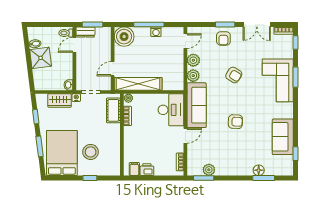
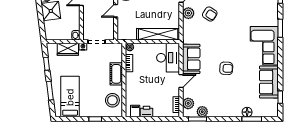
door: (113, 69) -> (116, 11), moved
armchair: (234, 75) -> (210, 14), moved
plant: (193, 76) -> (188, 103), moved
corner sofa: (278, 80) -> (264, 46), moved
shelving: (138, 84) -> (158, 34), moved
sofa: (197, 105) -> (191, 59), width x0.73
cot: (113, 110) -> (116, 74), moved
stool: (91, 152) -> (112, 100), moved
bed: (62, 153) -> (70, 97), width x0.67

